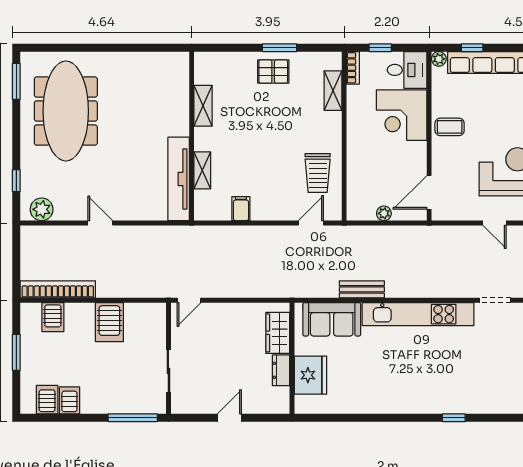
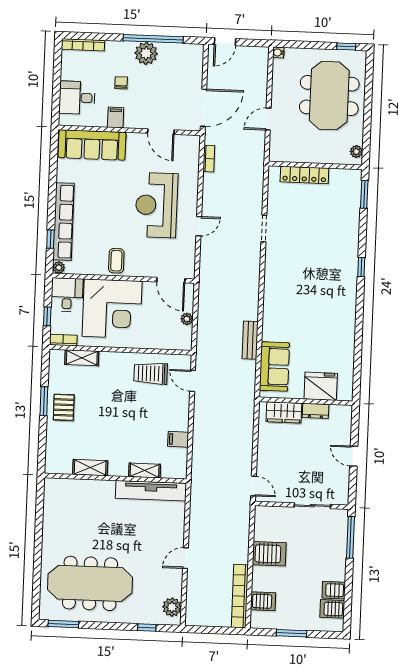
corner desk: (402, 115) -> (112, 309), width x1.36, depth x1.36
trolley: (318, 173) -> (151, 373), turned 180
kitchen unit: (418, 314) -> (273, 294), removed

